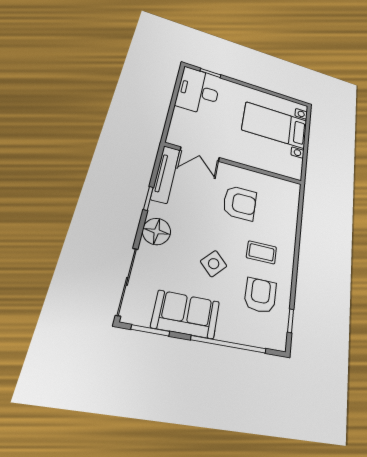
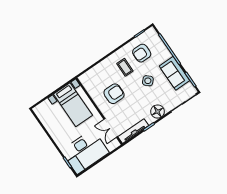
desk: (198, 91) -> (85, 152), width x1.36, depth x1.30
bed with nightstands: (275, 125) -> (73, 105), moved
double door: (200, 154) -> (111, 128), swing flipped
armchair: (240, 203) -> (114, 94), turned 90

